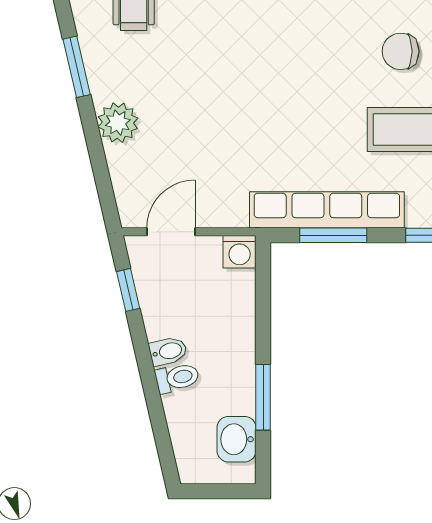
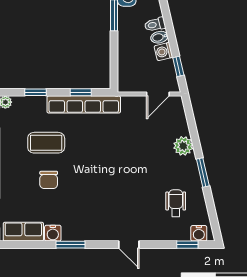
chair: (401, 51) -> (49, 180), turned 90
window: (333, 235) -> (81, 92), width x0.67
washing machine: (240, 252) -> (163, 52), moved, turned -103

